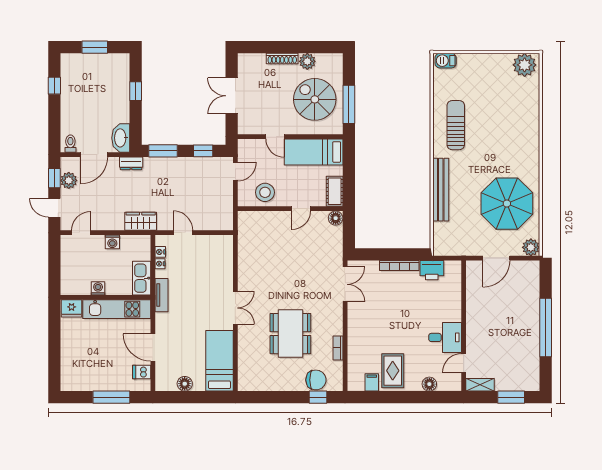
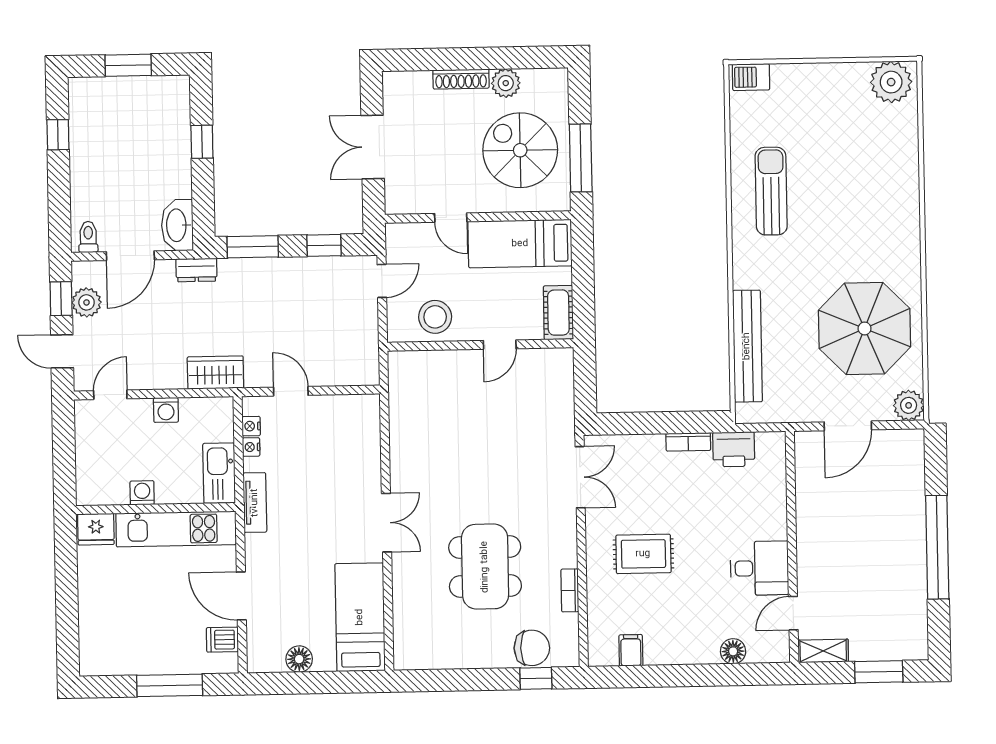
bench: (441, 190) -> (747, 346), moved
floor lamp: (336, 218) -> (561, 360), removed
bookcase: (399, 266) -> (688, 442), width x0.64
rug: (393, 371) -> (643, 554), moved, turned 90

